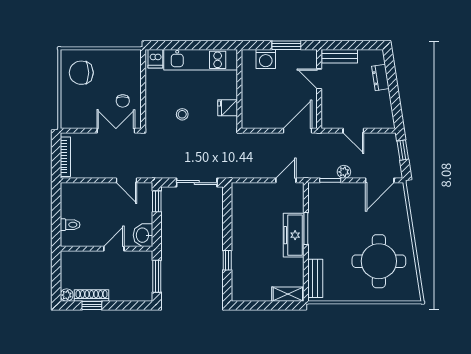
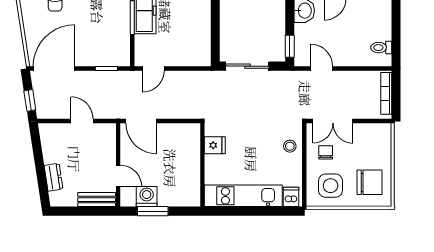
washing machine: (266, 59) -> (147, 197), moved
side table: (118, 69) -> (331, 186), added
stool: (182, 114) -> (290, 146), moved
door: (298, 131) -> (141, 121), hinge flipped
plant: (344, 172) -> (92, 77), removed
door: (380, 180) -> (54, 68), width x1.36
toilet: (70, 225) -> (381, 48), moved

